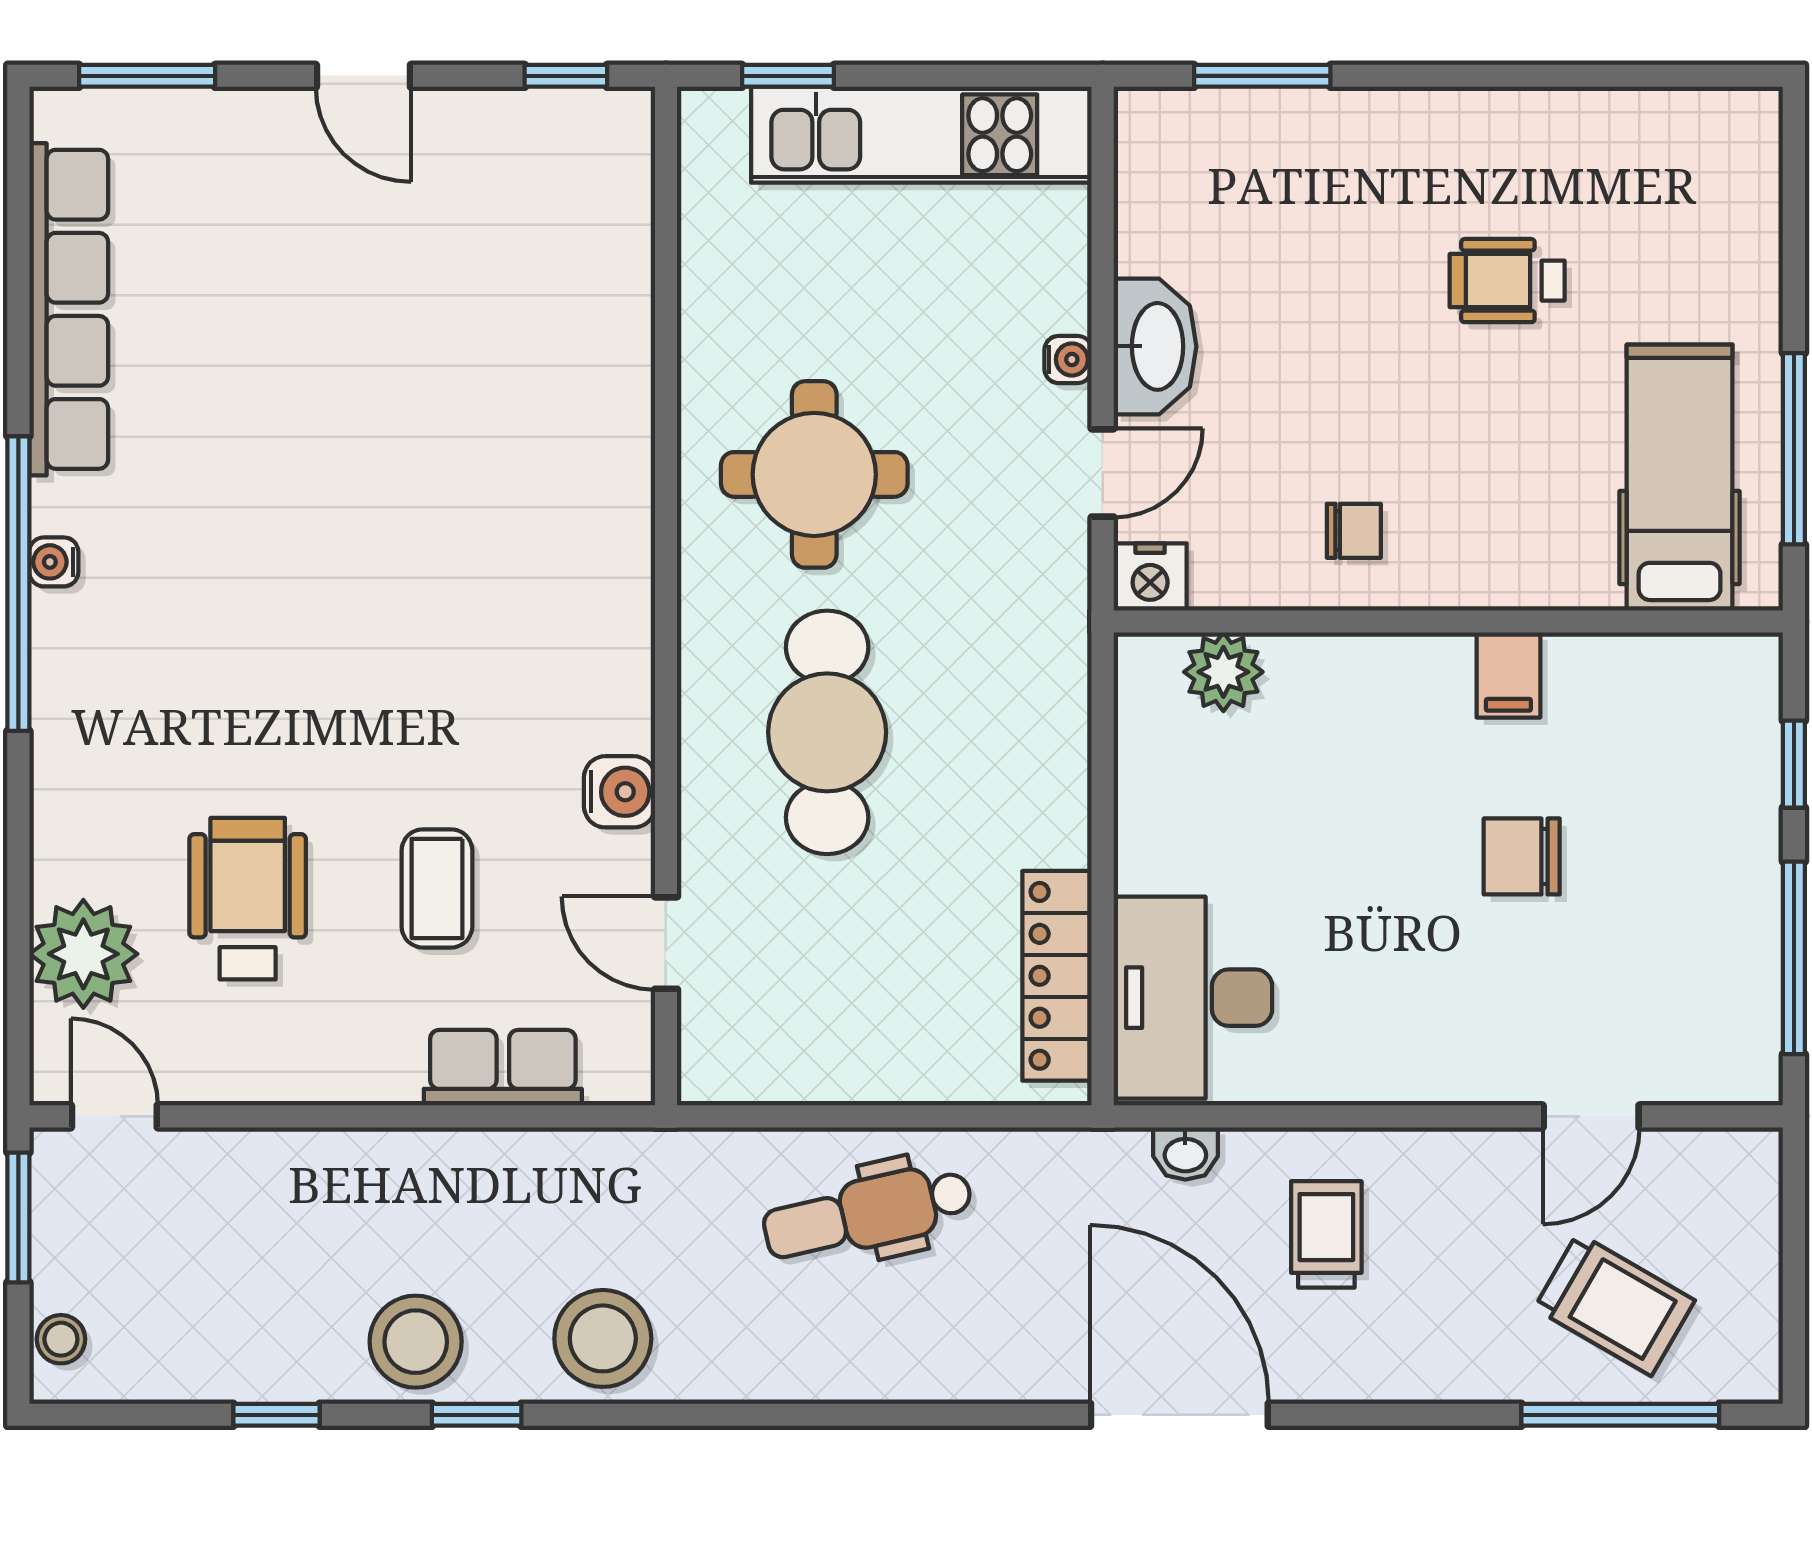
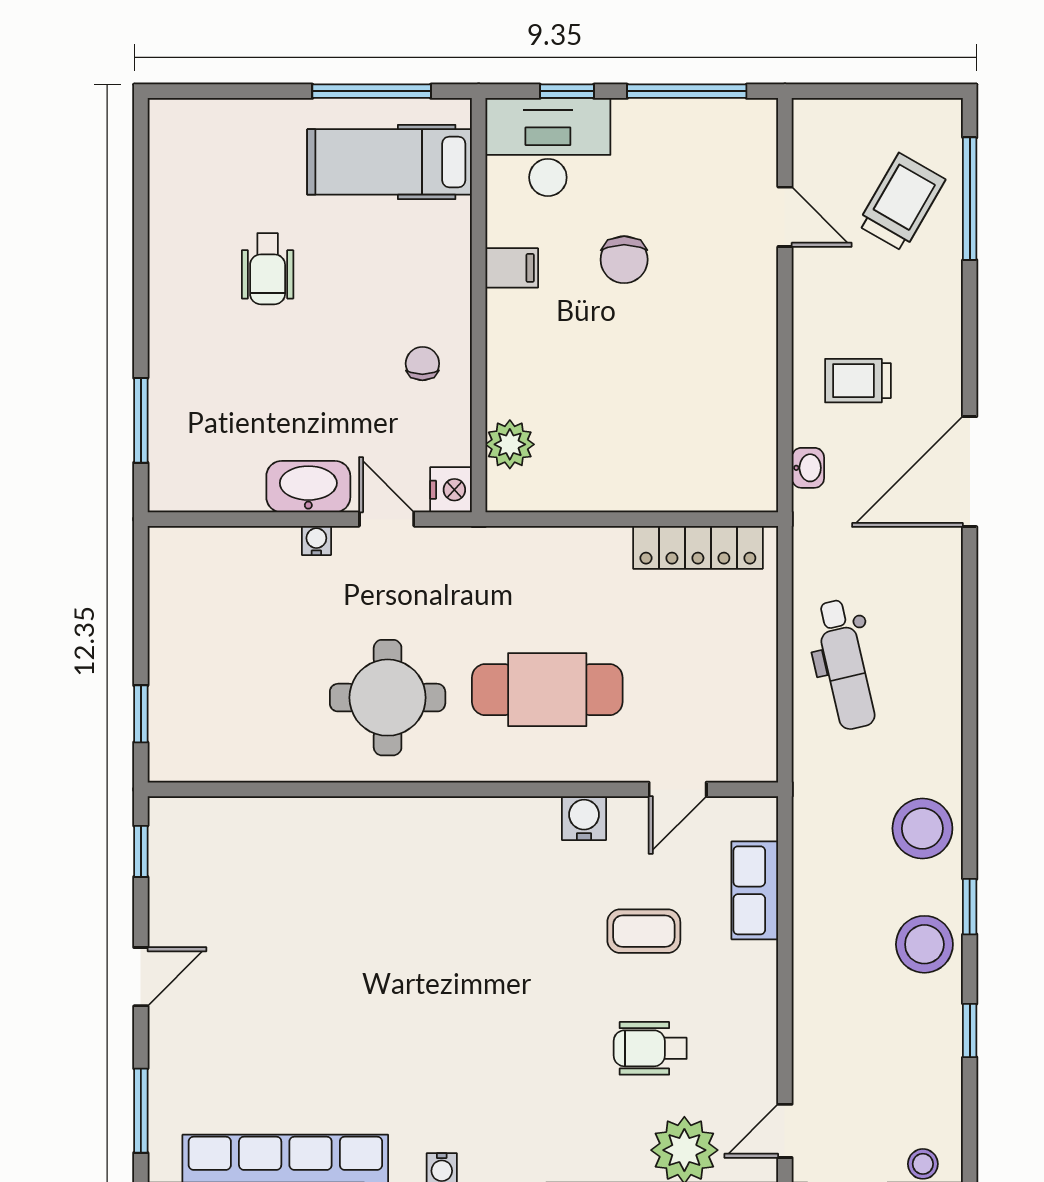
kitchen unit: (921, 135) -> (177, 631), removed
wheelchair: (248, 899) -> (650, 1048), width x0.73, depth x0.73
desk: (1193, 998) -> (548, 147), moved, turned 180

